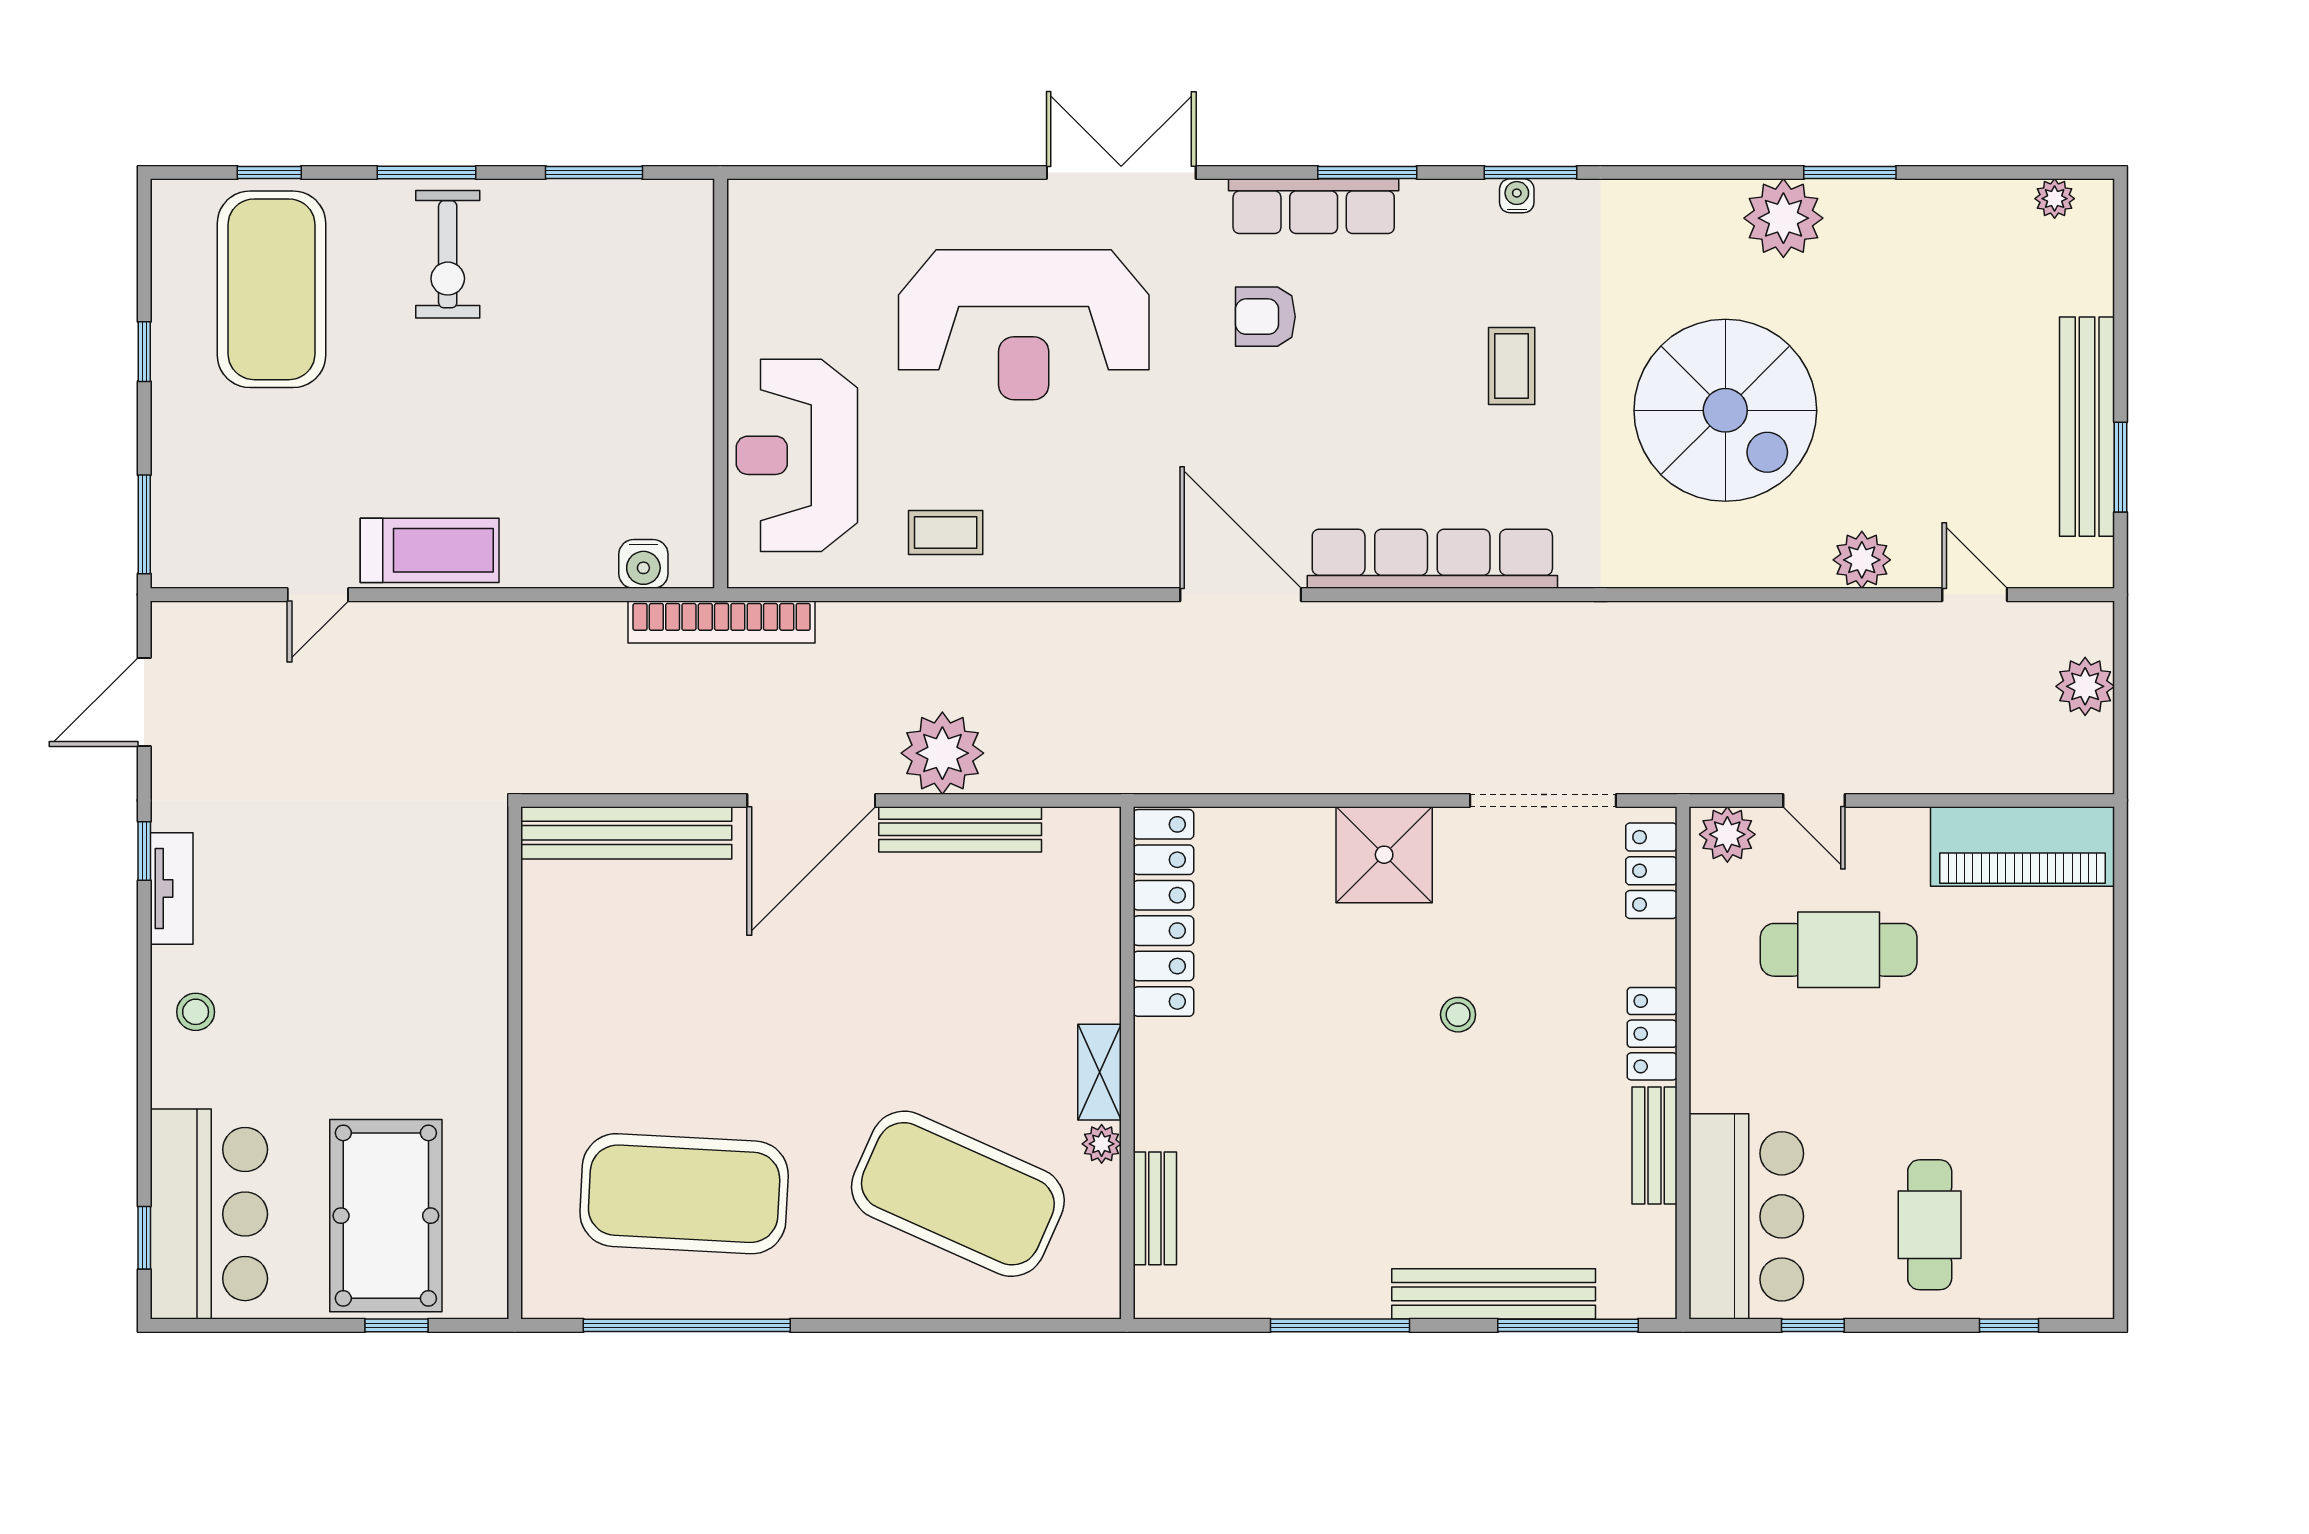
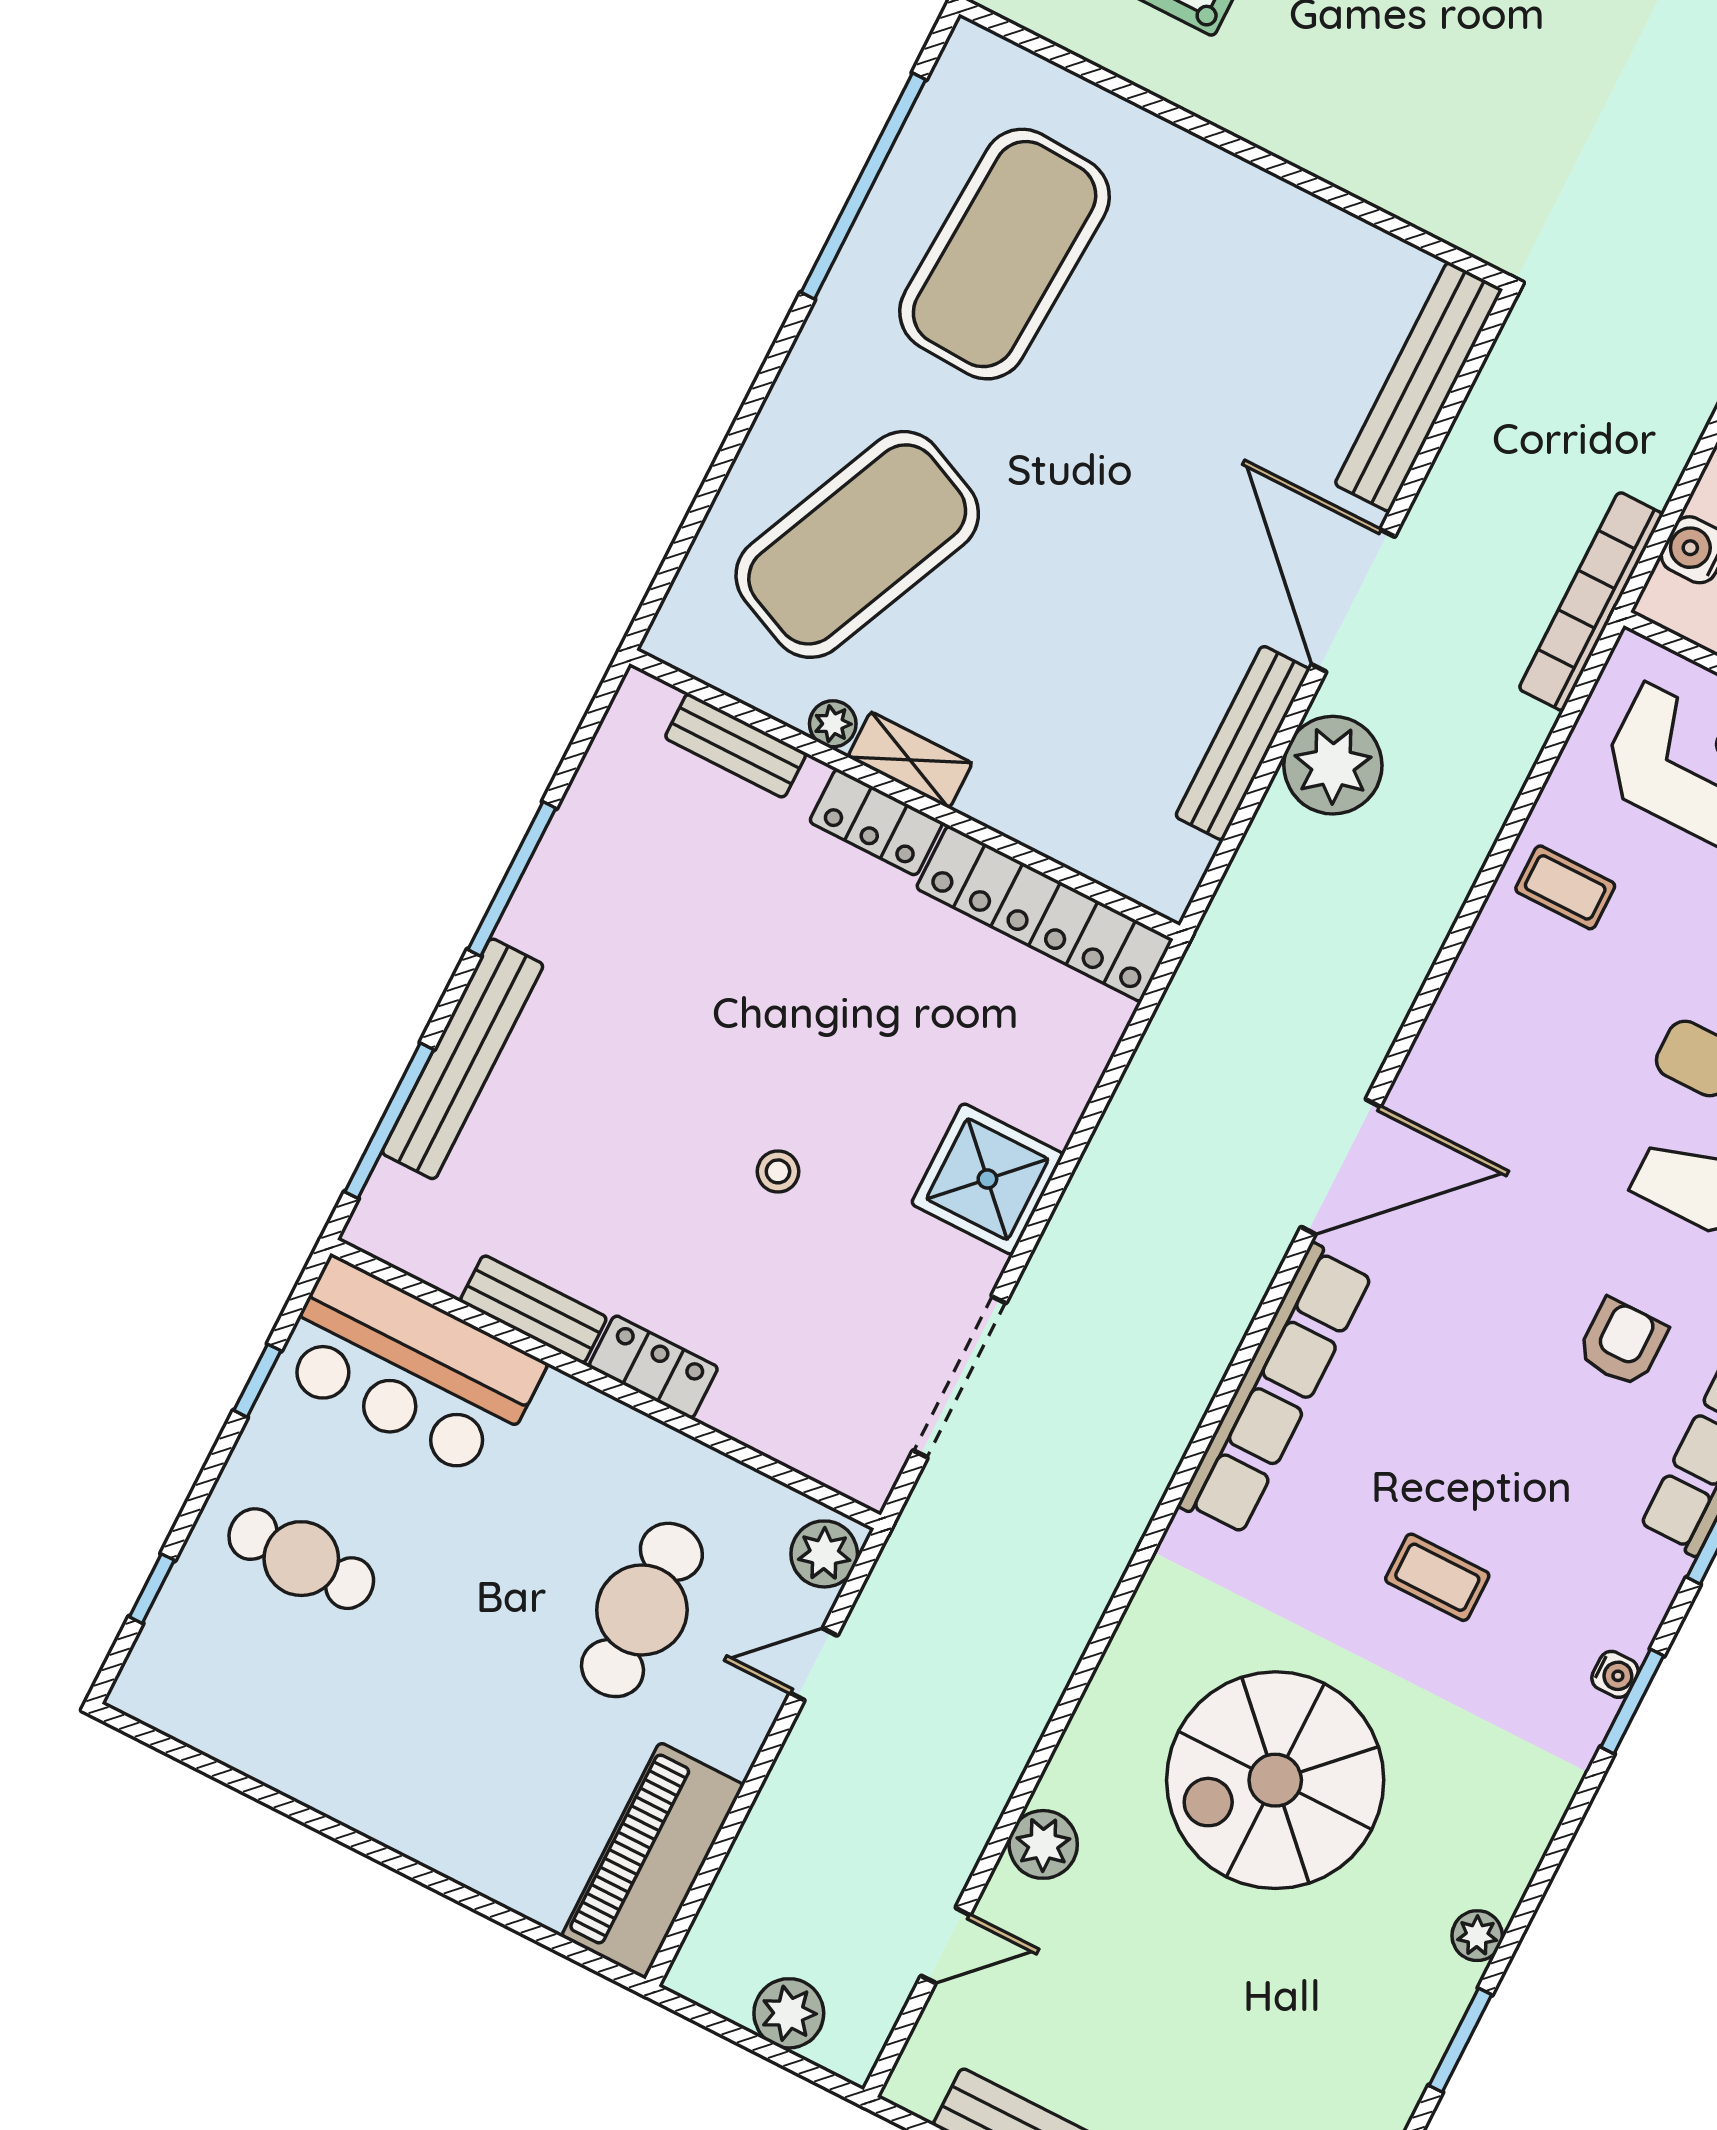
plant: (1783, 218) -> (1477, 1936), width x0.53, depth x0.53
coffee table: (946, 532) -> (1565, 887), turned 90
locker: (1651, 871) -> (876, 822), moved, turned 180

